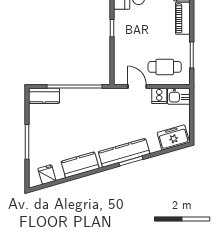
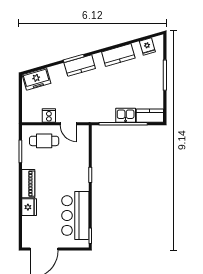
kitchen sink: (179, 96) -> (126, 115), moved
kitchen counter: (124, 153) -> (80, 66), width x0.67

